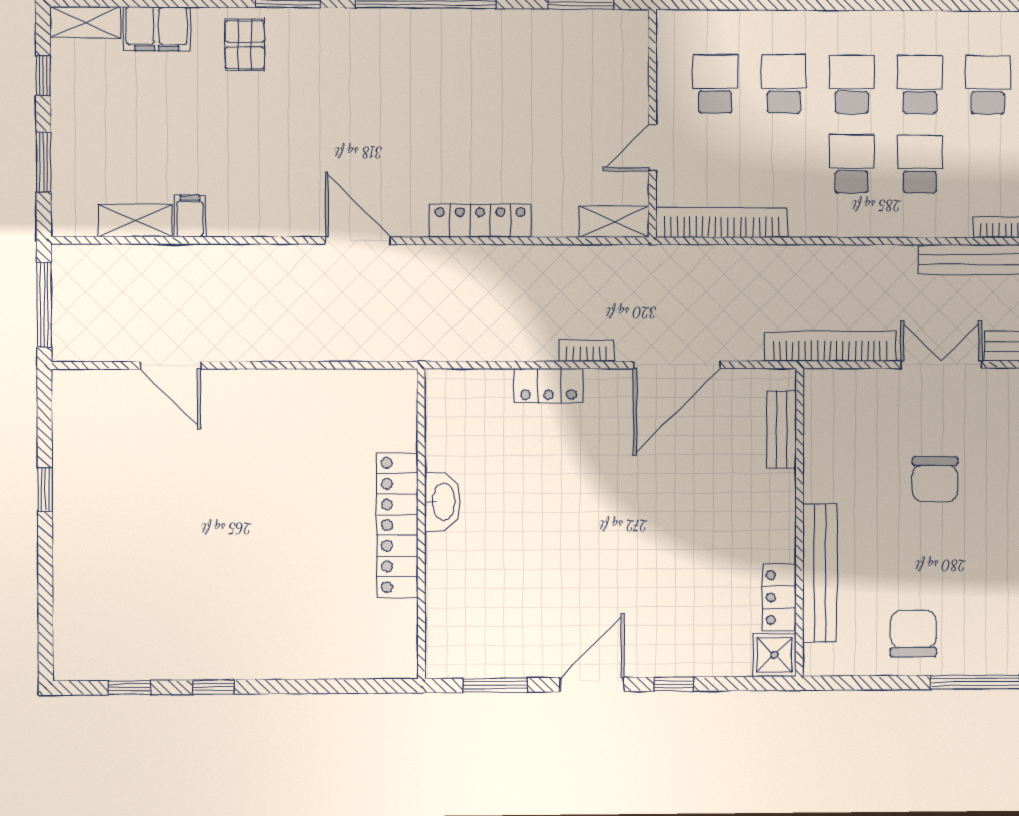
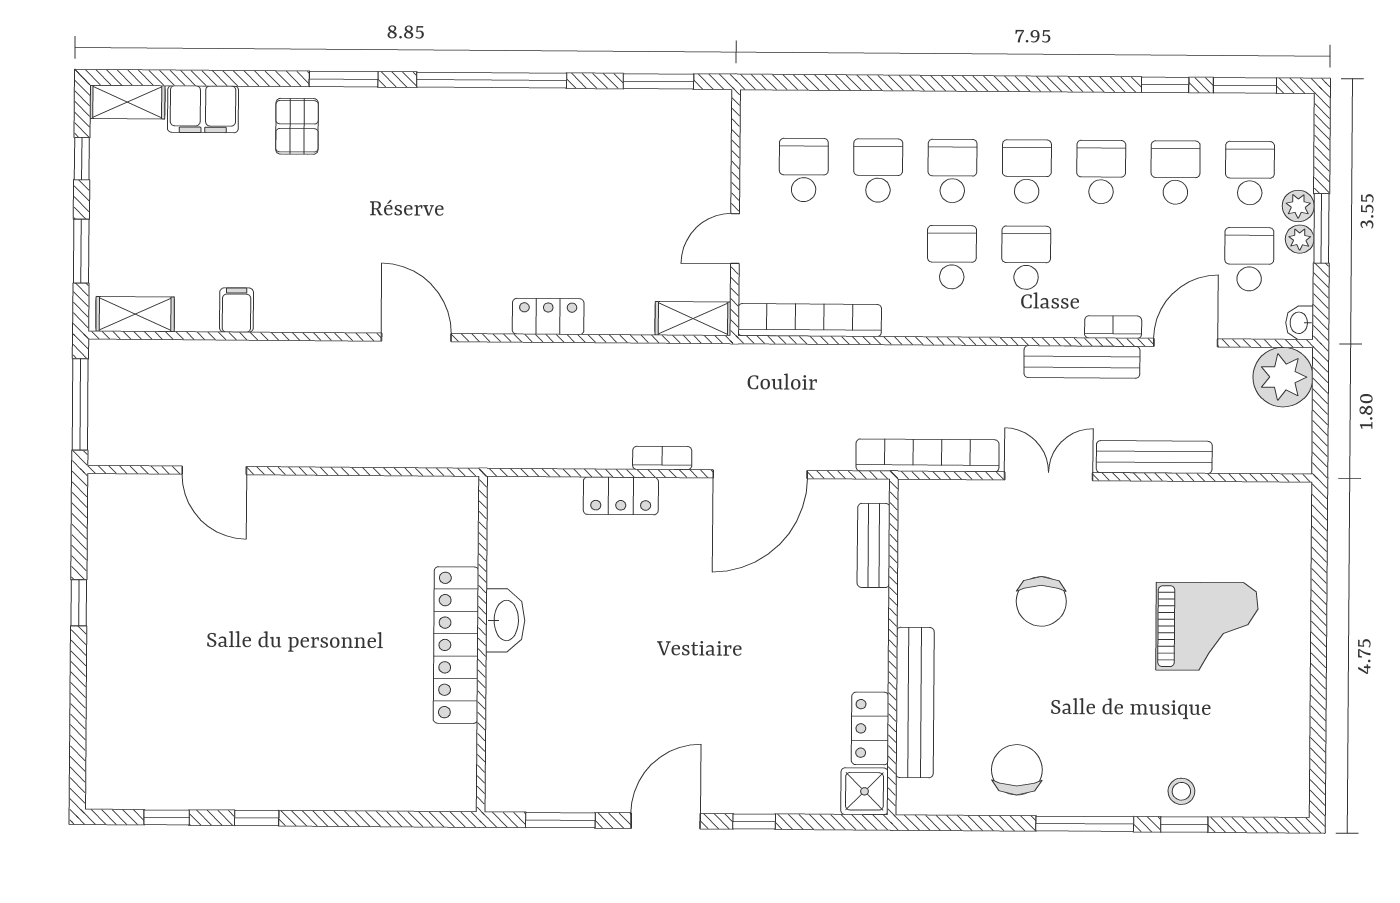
shelving: (135, 220) -> (135, 314), moved
locker: (480, 220) -> (548, 316), width x0.66

